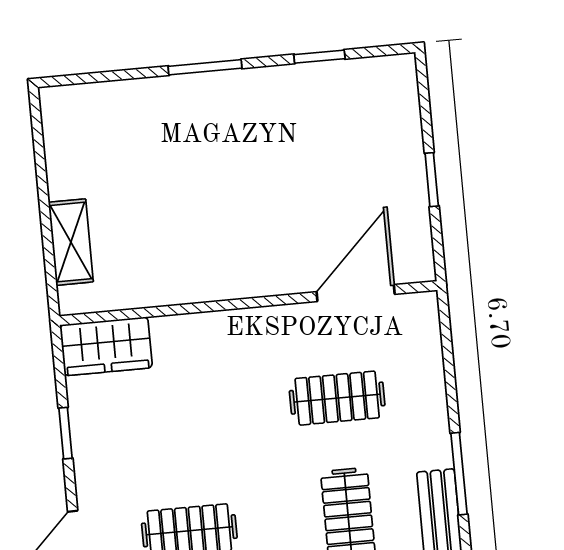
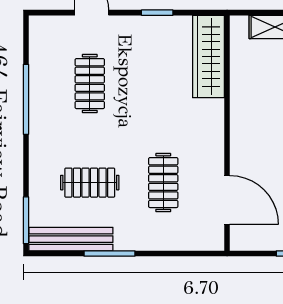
wardrobe: (106, 346) -> (209, 56), width x1.50

